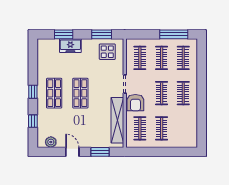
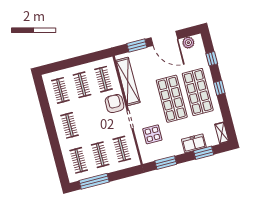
shelving: (42, 49) -> (222, 133), added
display table: (107, 52) -> (152, 134), moved
shop shelf: (54, 93) -> (198, 92), width x1.43, depth x1.36
shop shelf: (80, 93) -> (172, 99), width x1.43, depth x1.36
clothes rail: (162, 93) -> (60, 90), moved
door: (72, 152) -> (164, 38), width x1.88

